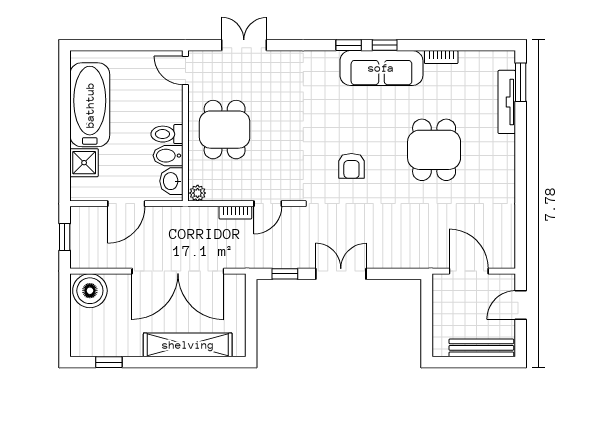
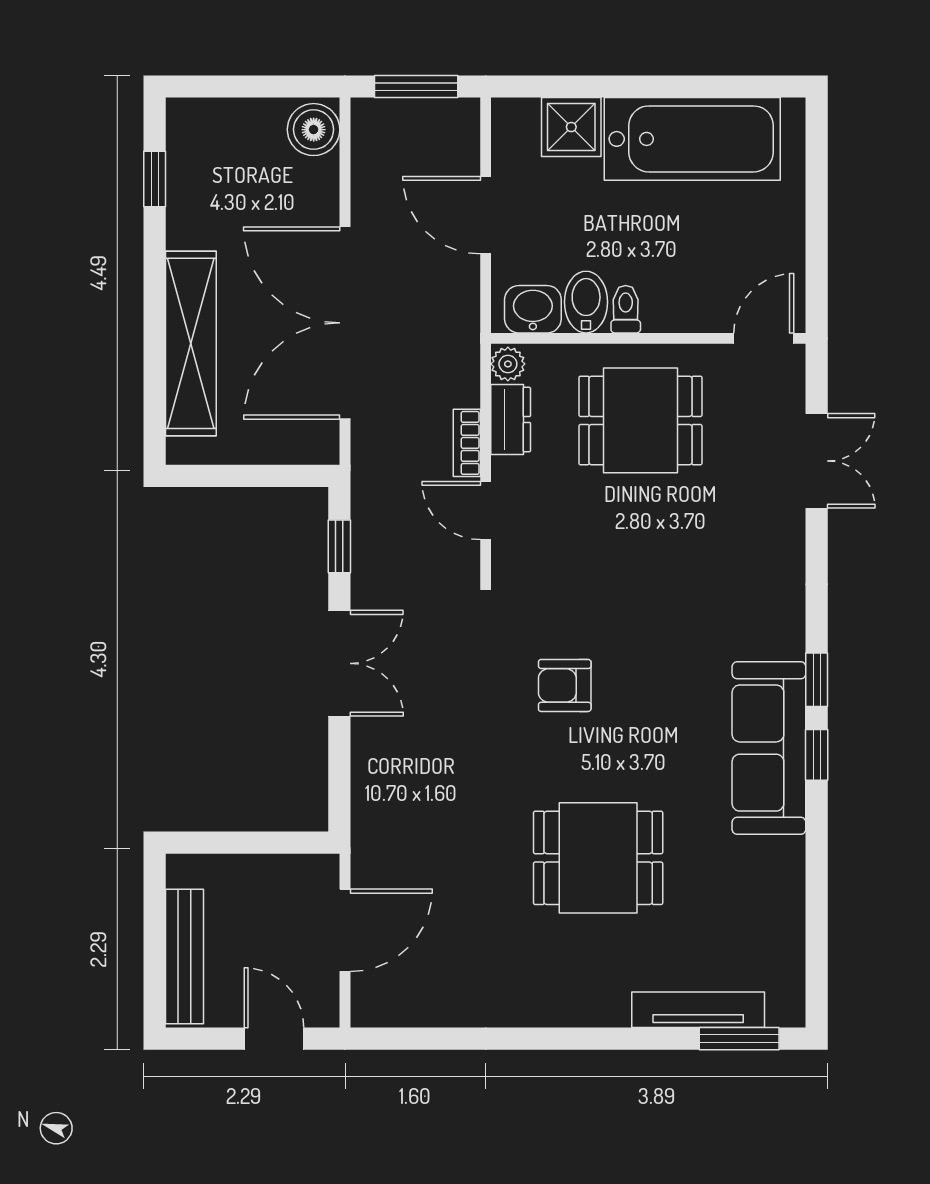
bookcase: (441, 57) -> (792, 873), removed
toilet: (167, 134) -> (626, 309), width x0.73, depth x0.72
dresser: (224, 192) -> (511, 420), added
window: (65, 237) -> (416, 86), width x1.50
boiler: (90, 291) -> (314, 130), width x0.73, depth x0.73

